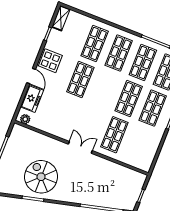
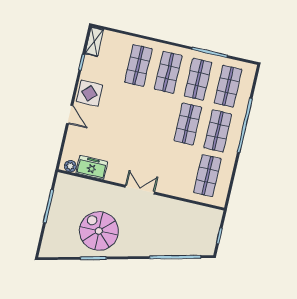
shop shelf: (80, 80) -> (128, 110), removed
freezer: (32, 99) -> (92, 167), moved, turned -90
shop shelf: (114, 135) -> (207, 176), moved

